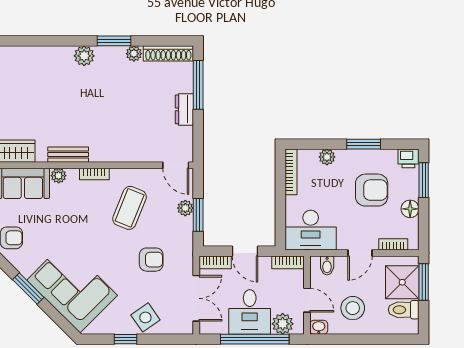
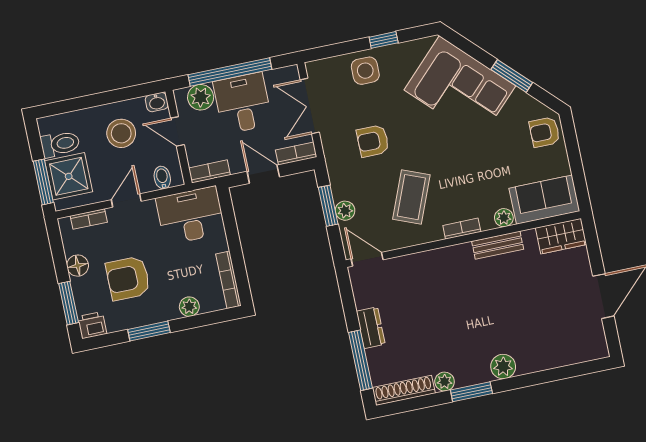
side table: (145, 317) -> (365, 71), turned 35

